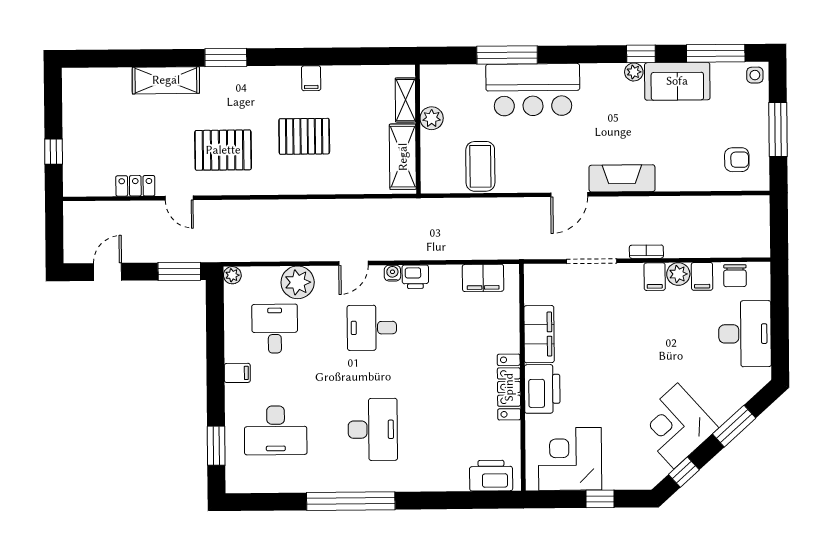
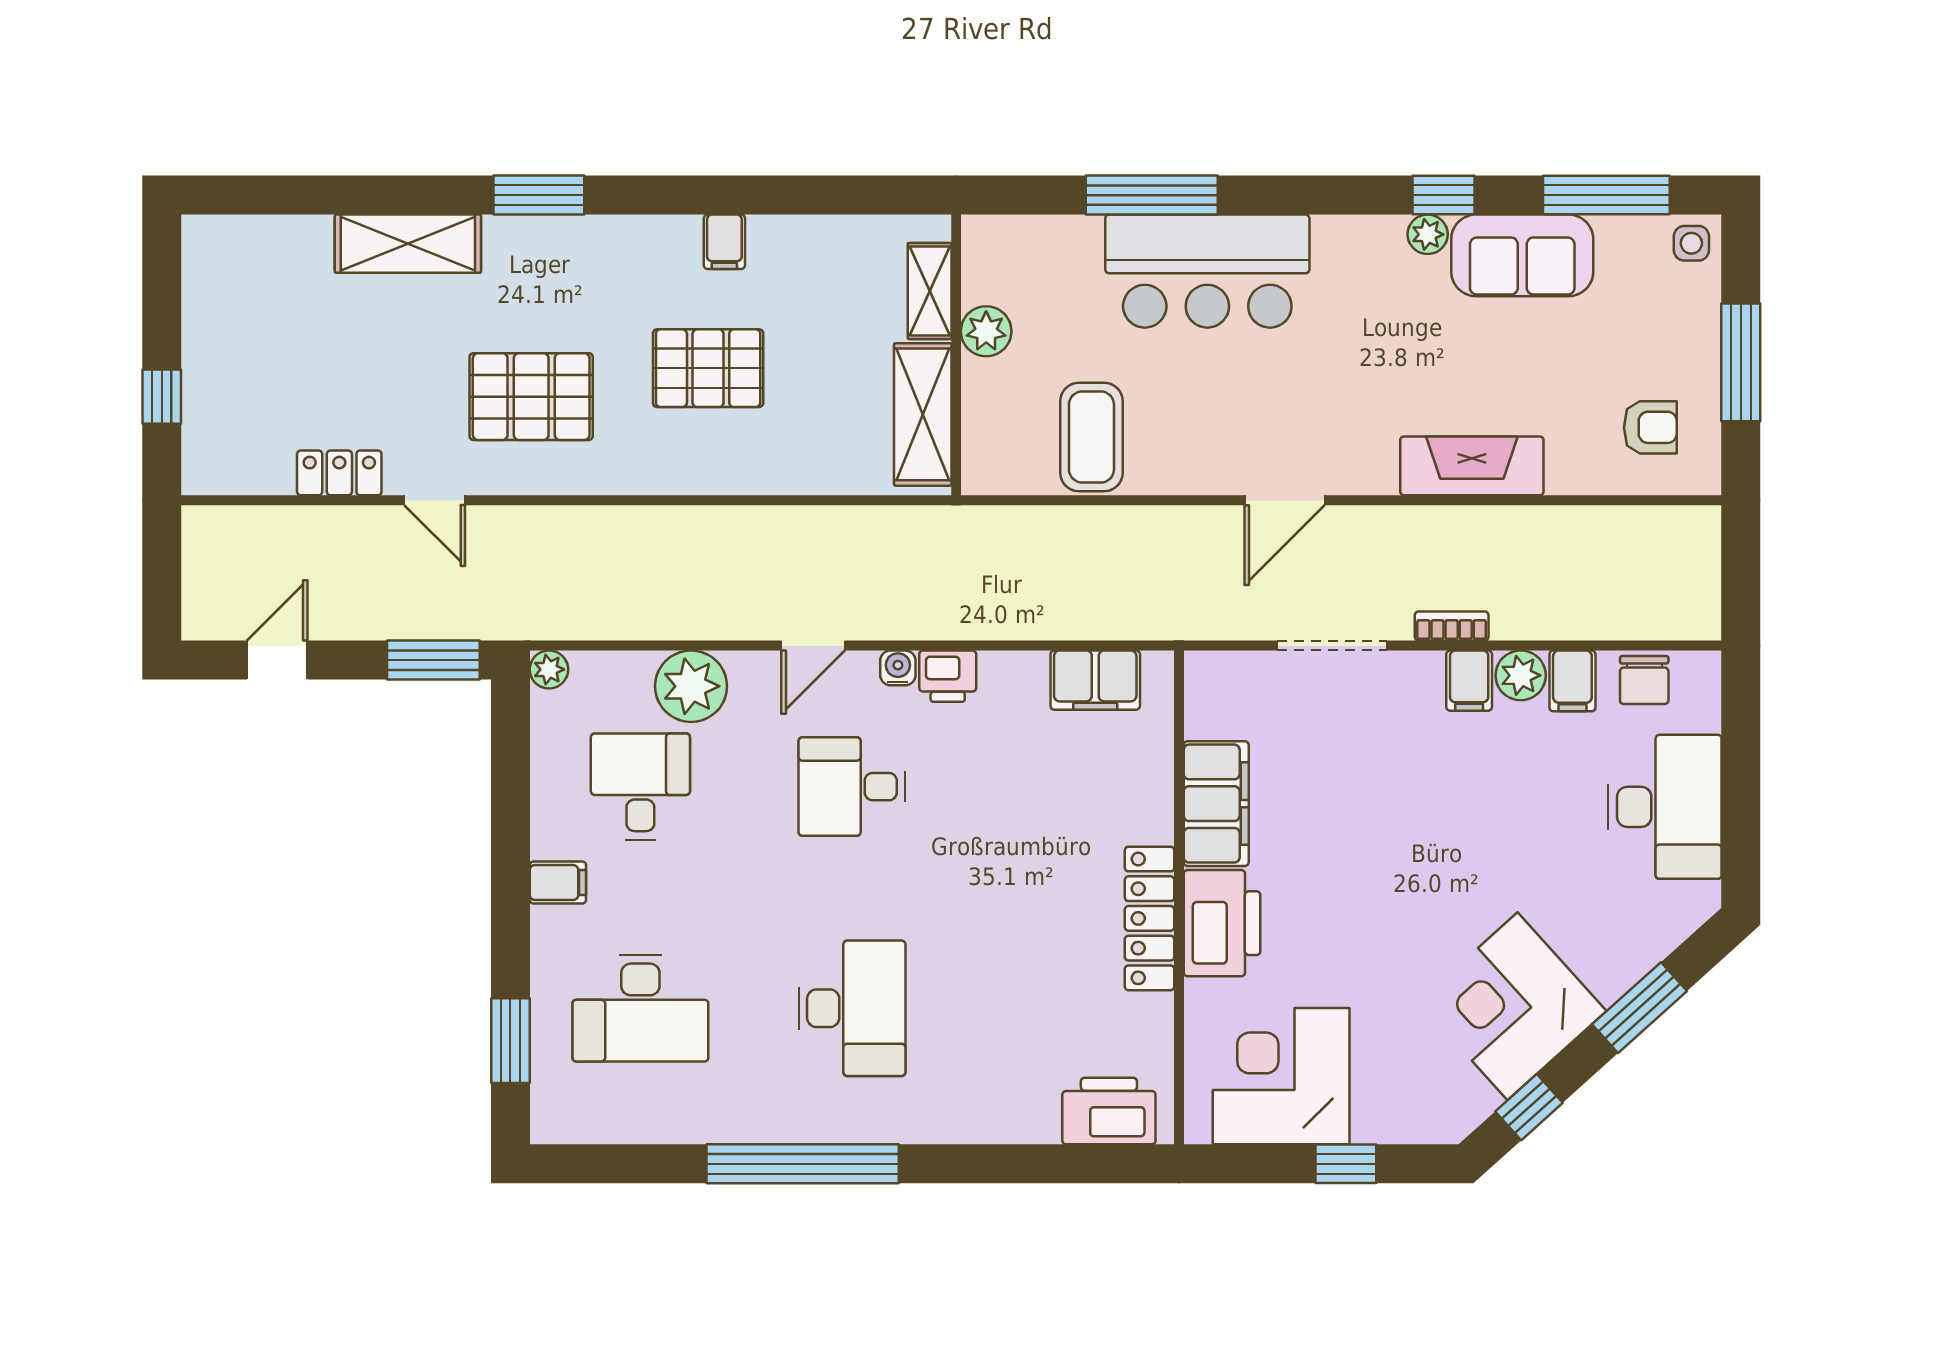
fireplace: (622, 178) -> (1472, 466), moved

